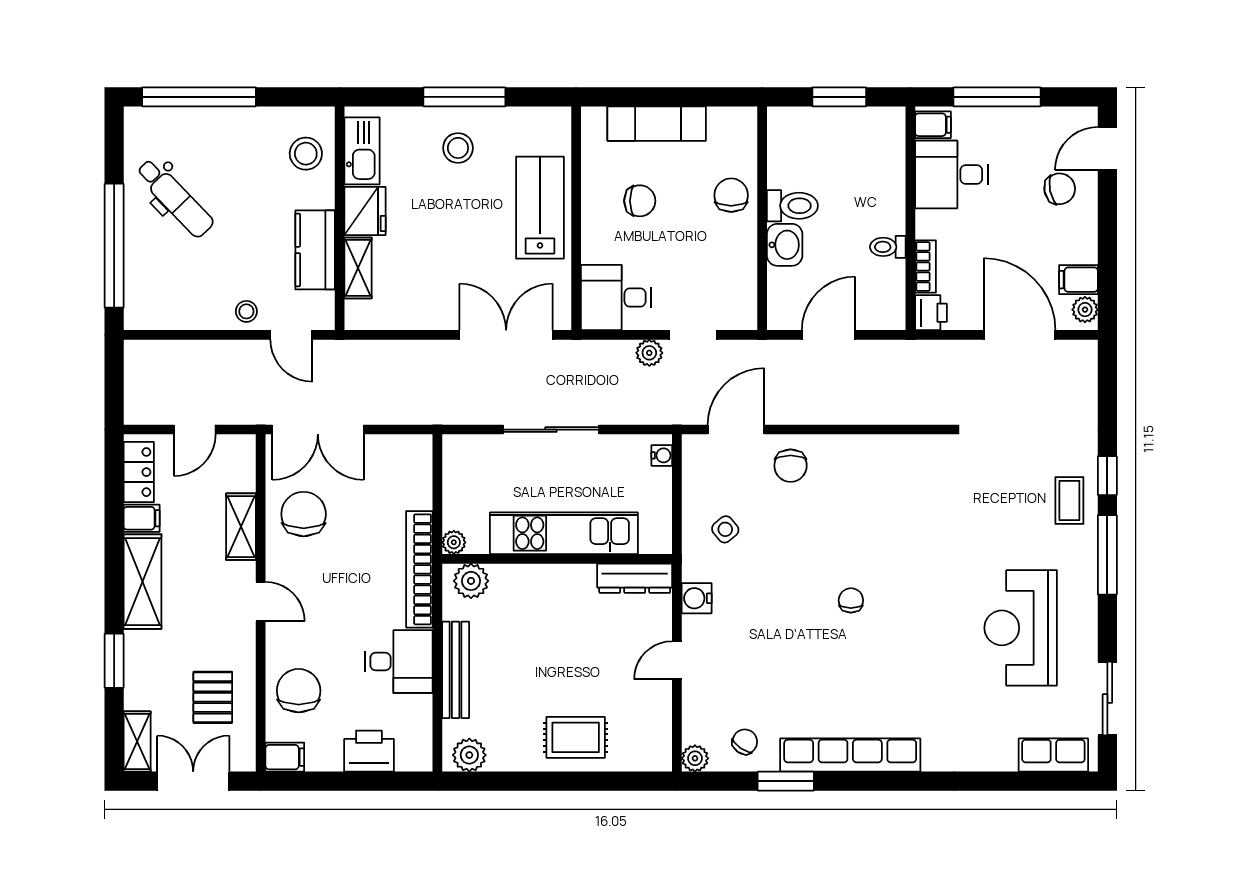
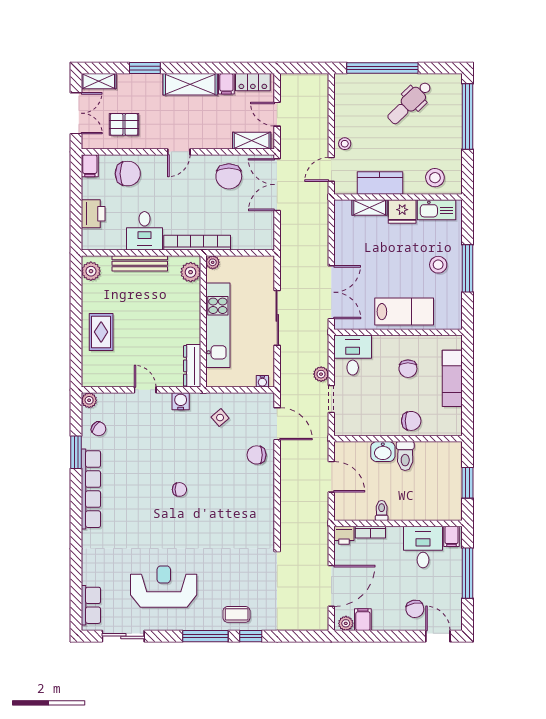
chair: (304, 514) -> (229, 176), turned 90
shelving: (241, 527) -> (252, 141), moved

